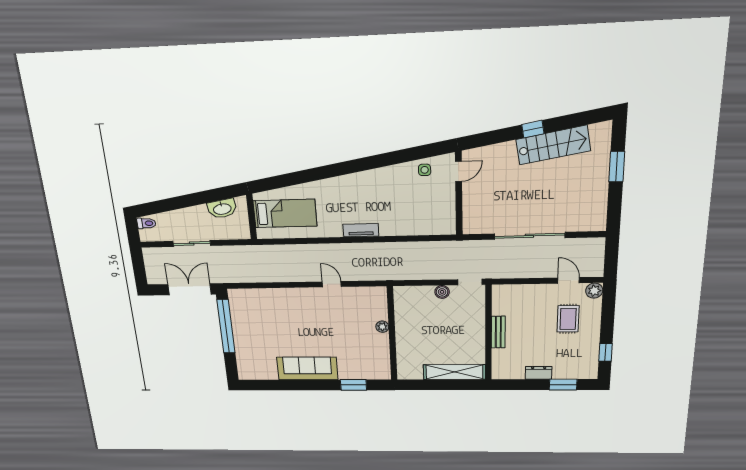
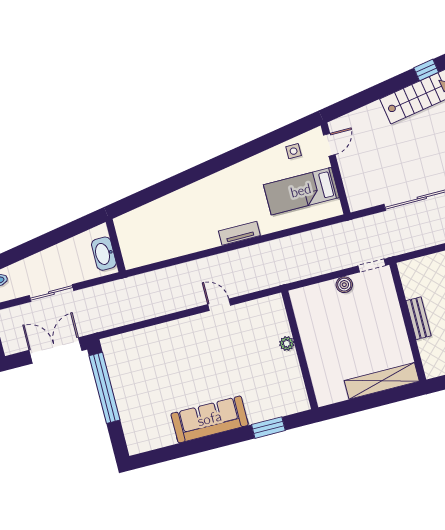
window: (533, 129) -> (426, 70), moved
washbasin: (222, 209) -> (104, 254), moved, turned 100
bed: (285, 213) -> (301, 191), moved, turned 180

